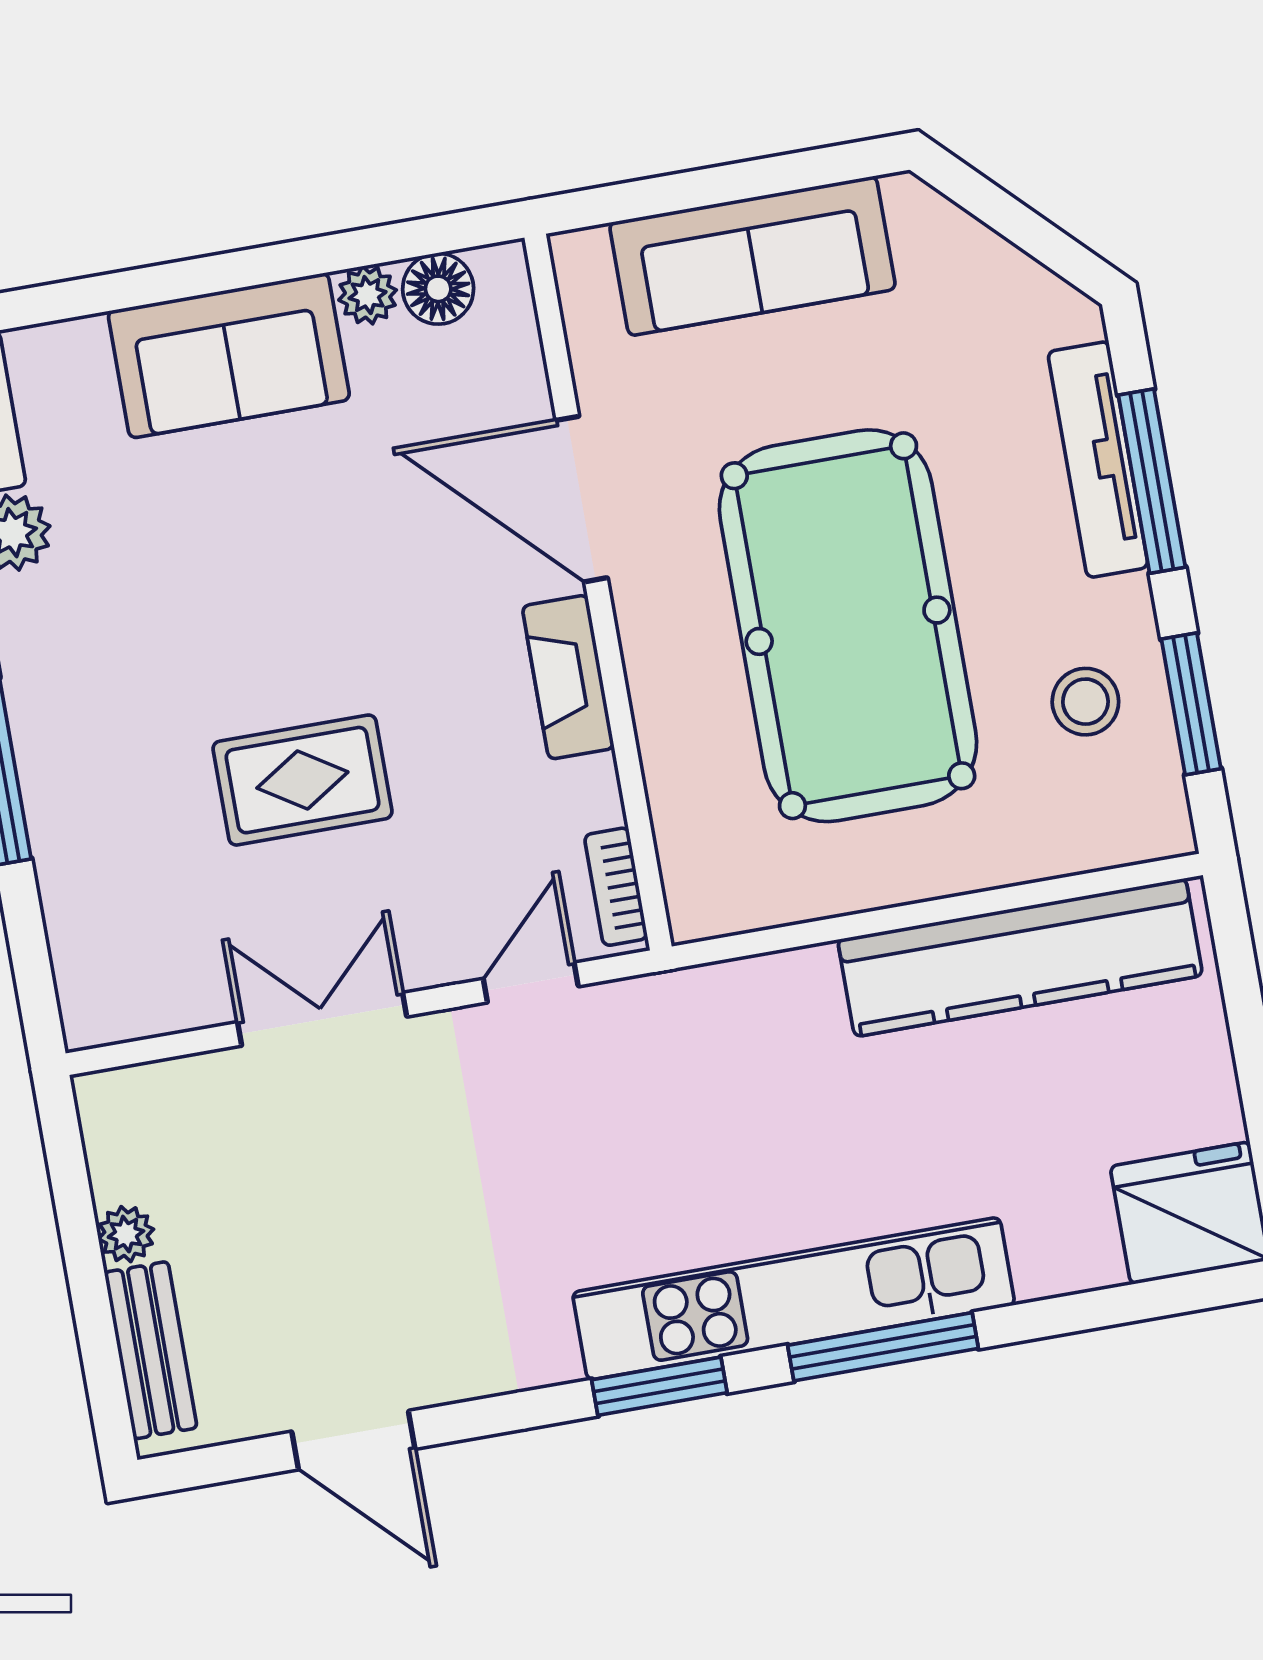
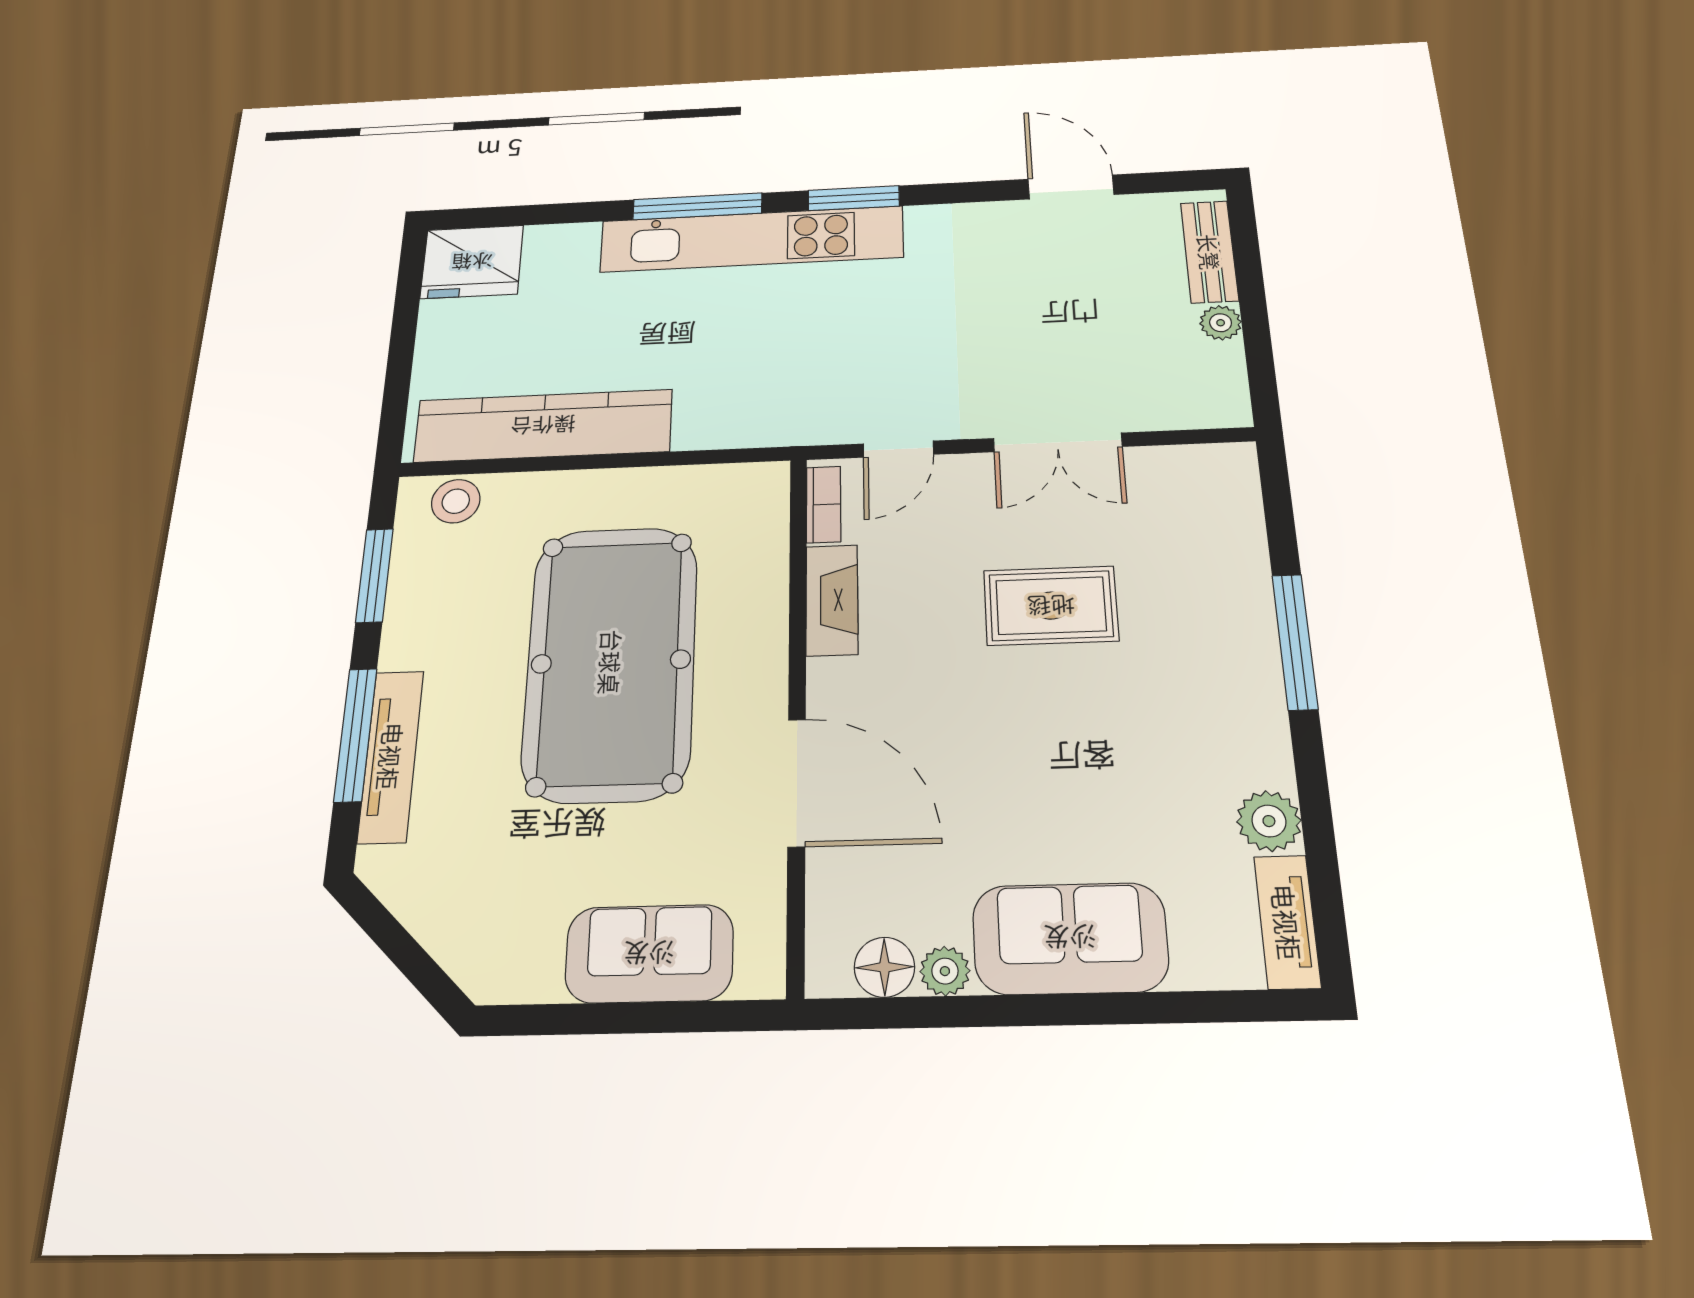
sofa: (752, 256) -> (649, 954), width x0.73
fireplace: (568, 677) -> (832, 600), moved
stool: (1085, 702) -> (456, 501), moved

